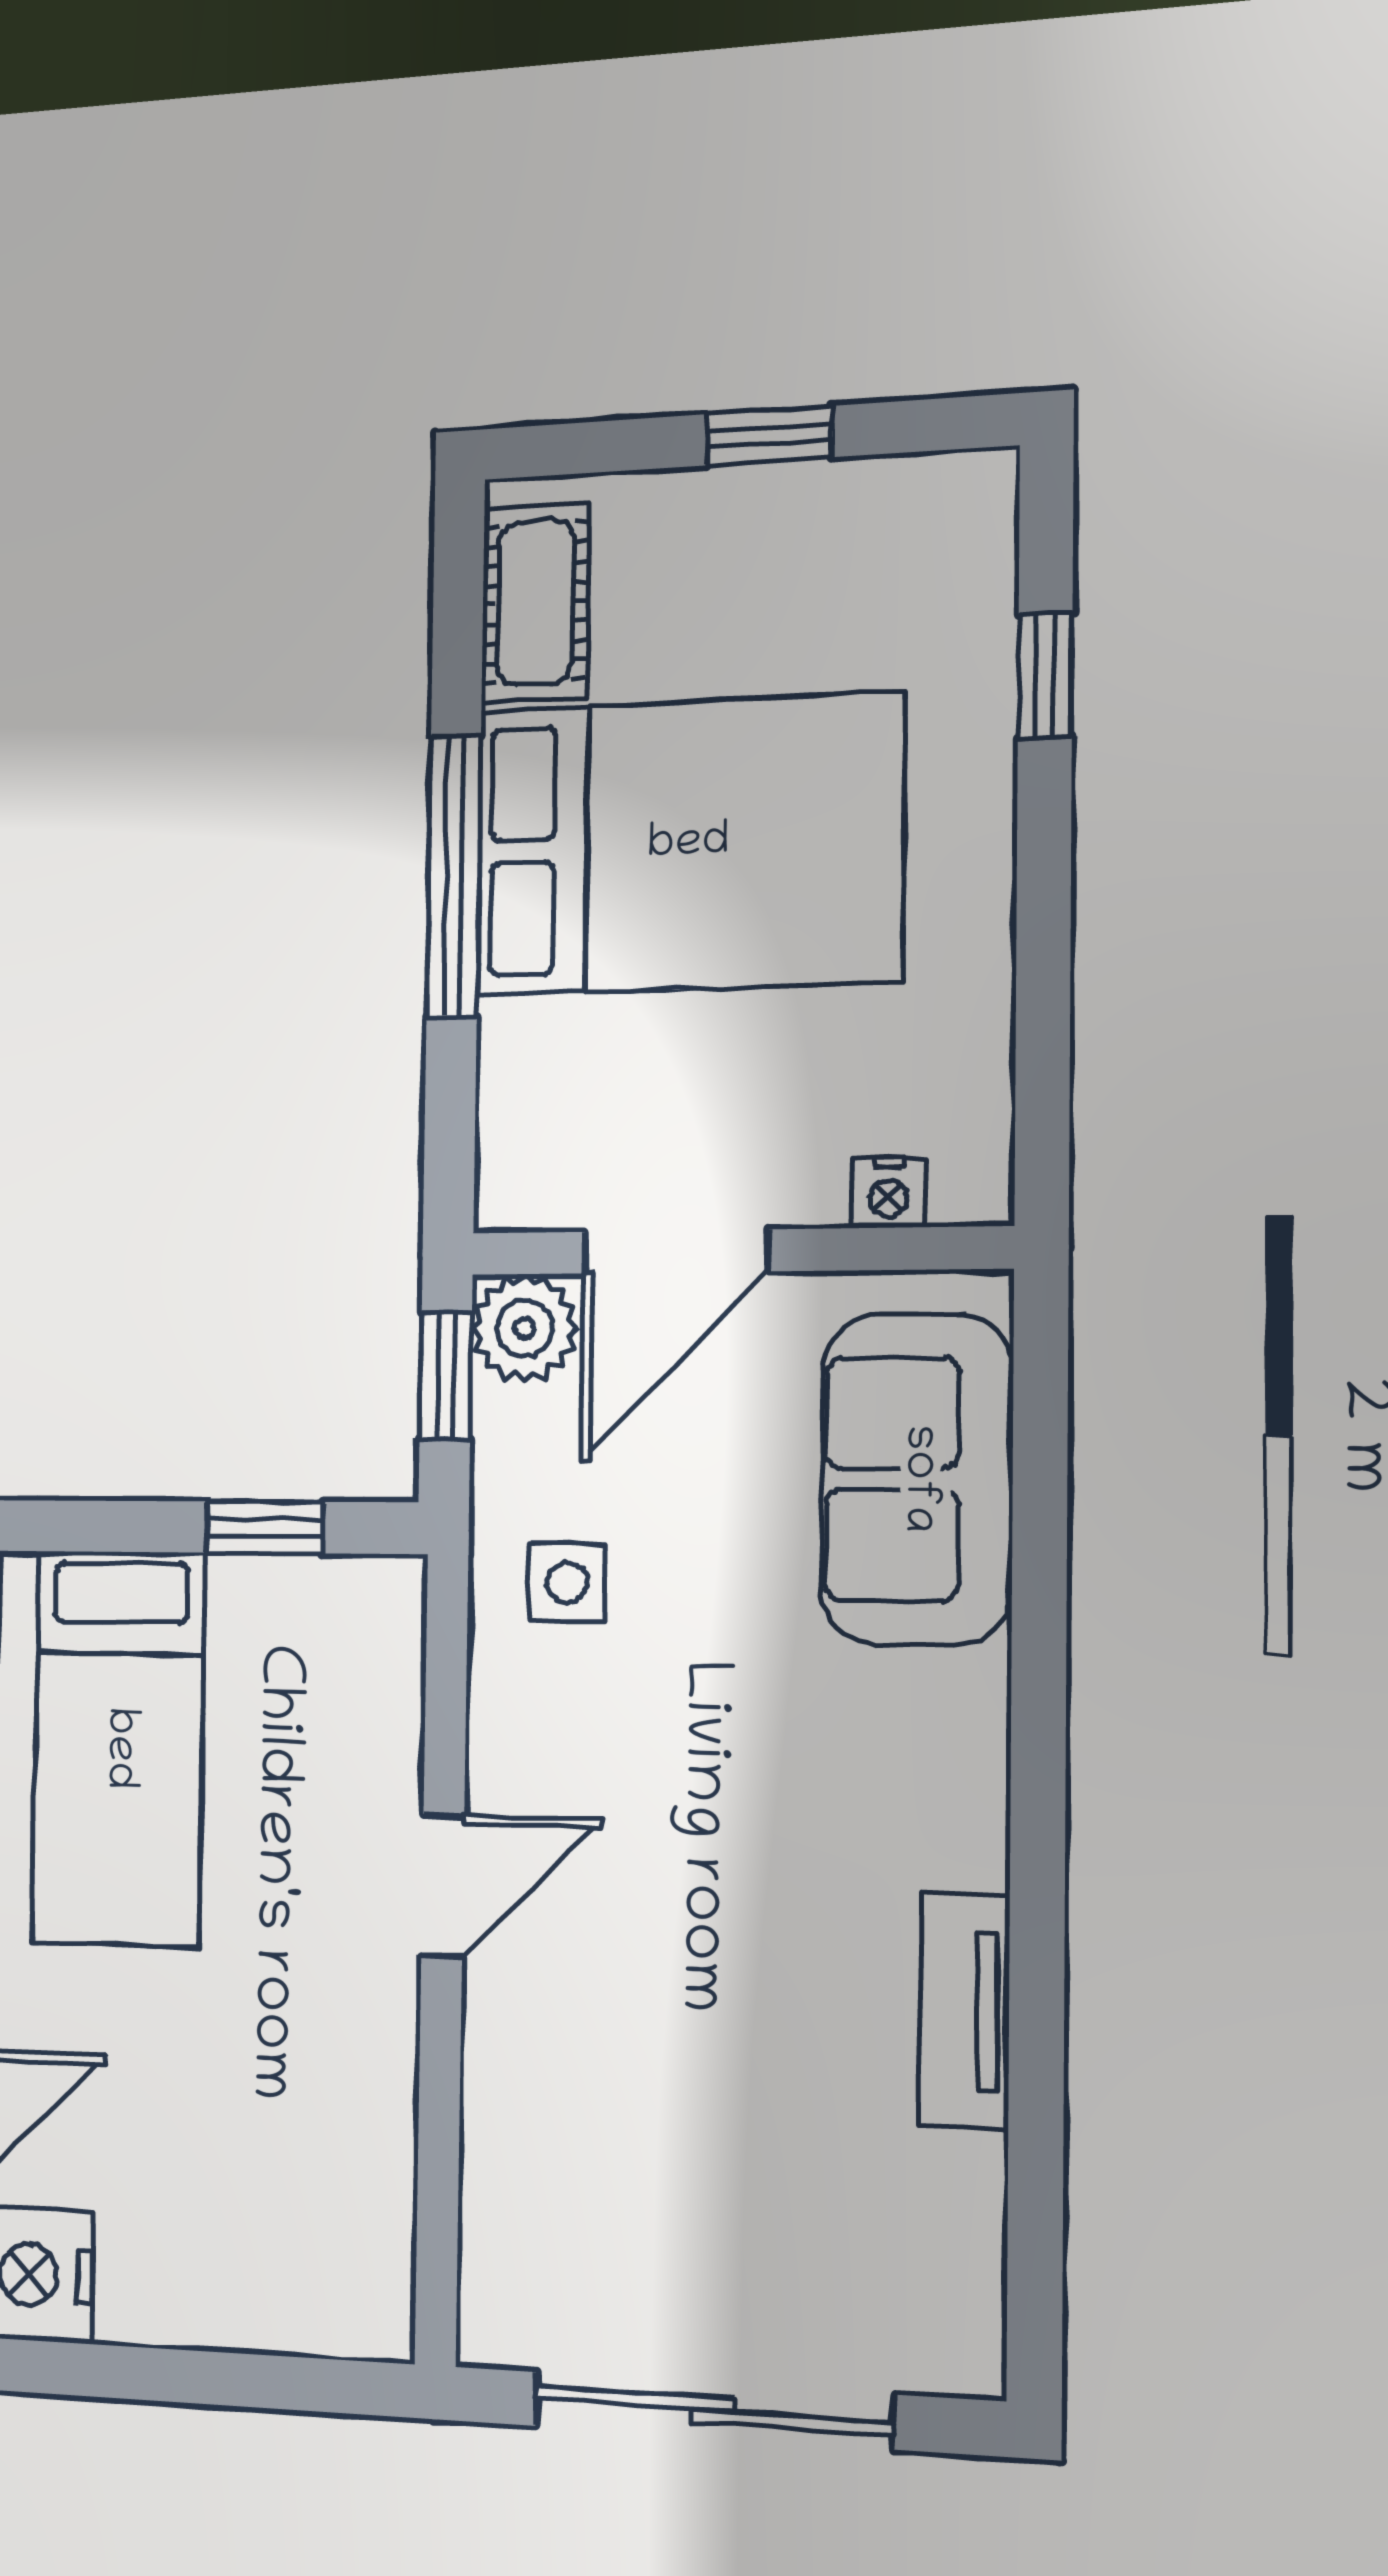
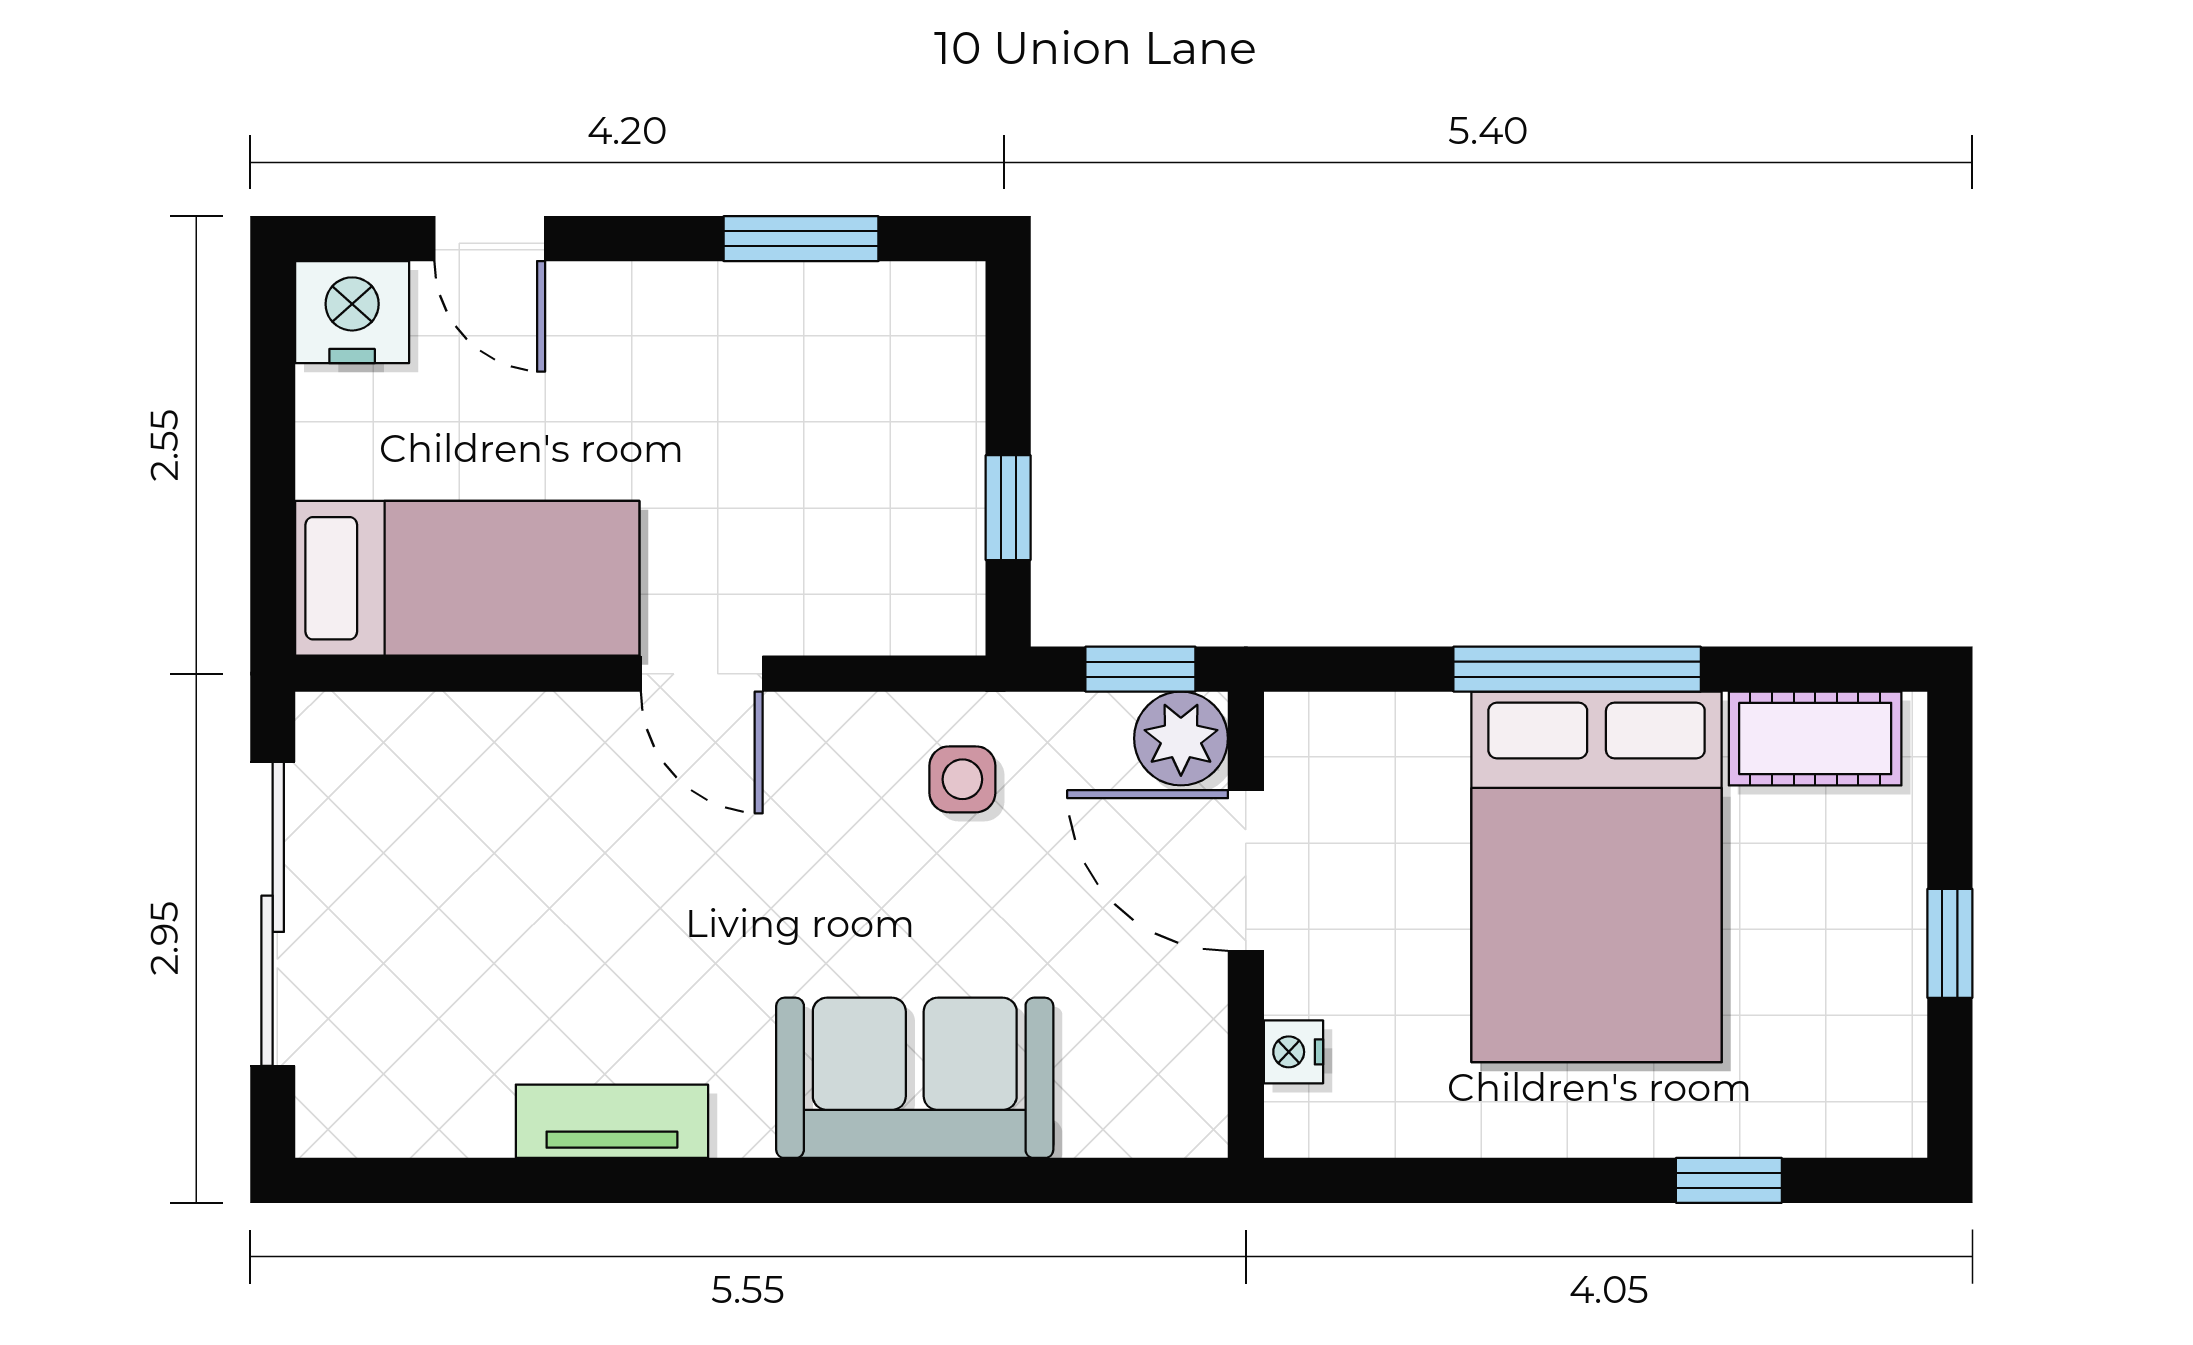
sofa: (917, 1479) -> (915, 1078), moved
bed: (118, 1748) -> (467, 578), moved, turned 180

